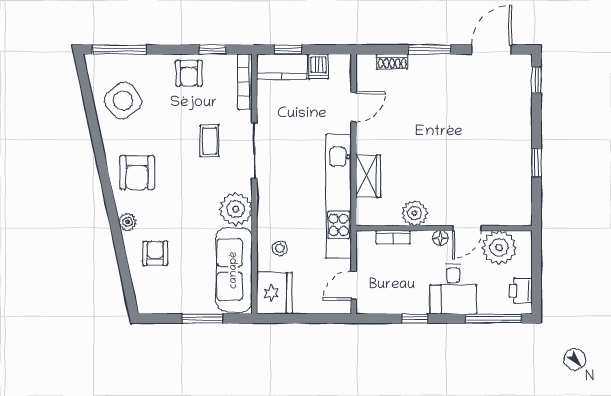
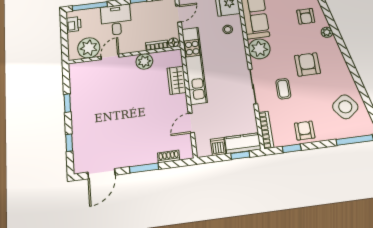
window: (537, 80) -> (69, 143), moved
armchair: (137, 173) -> (307, 64), moved
floor lamp: (440, 238) -> (173, 43), moved

